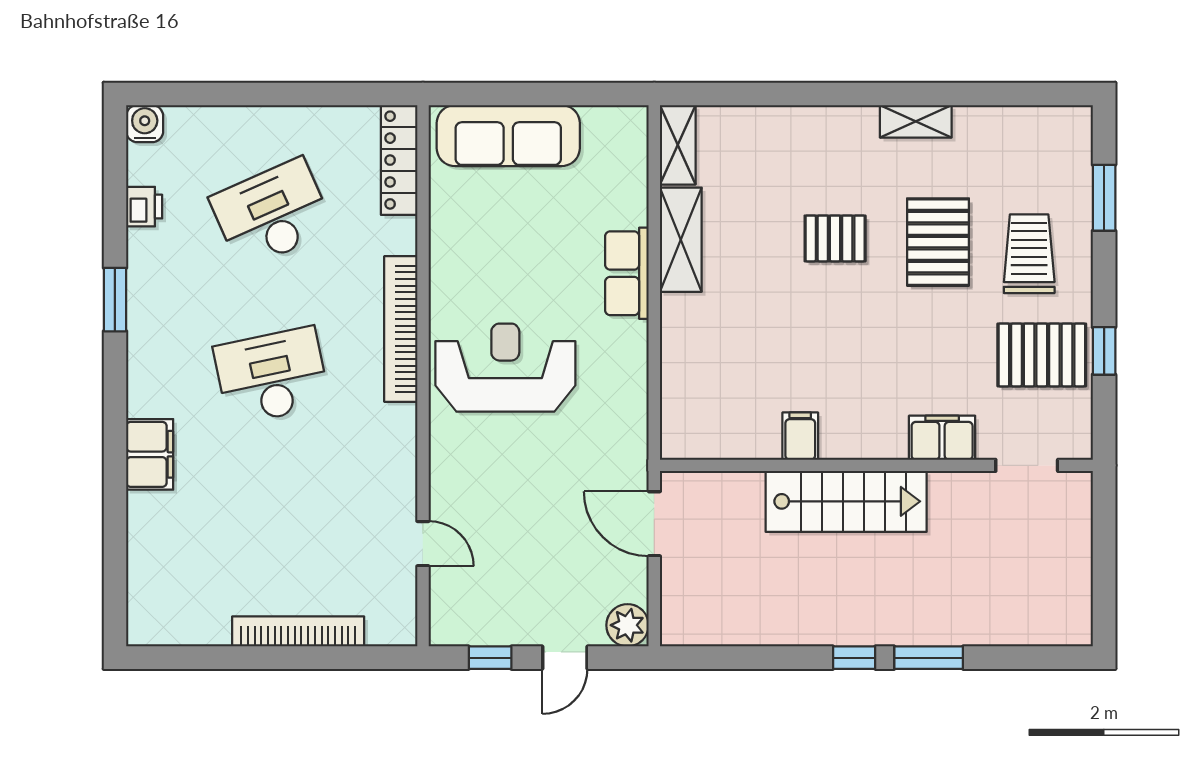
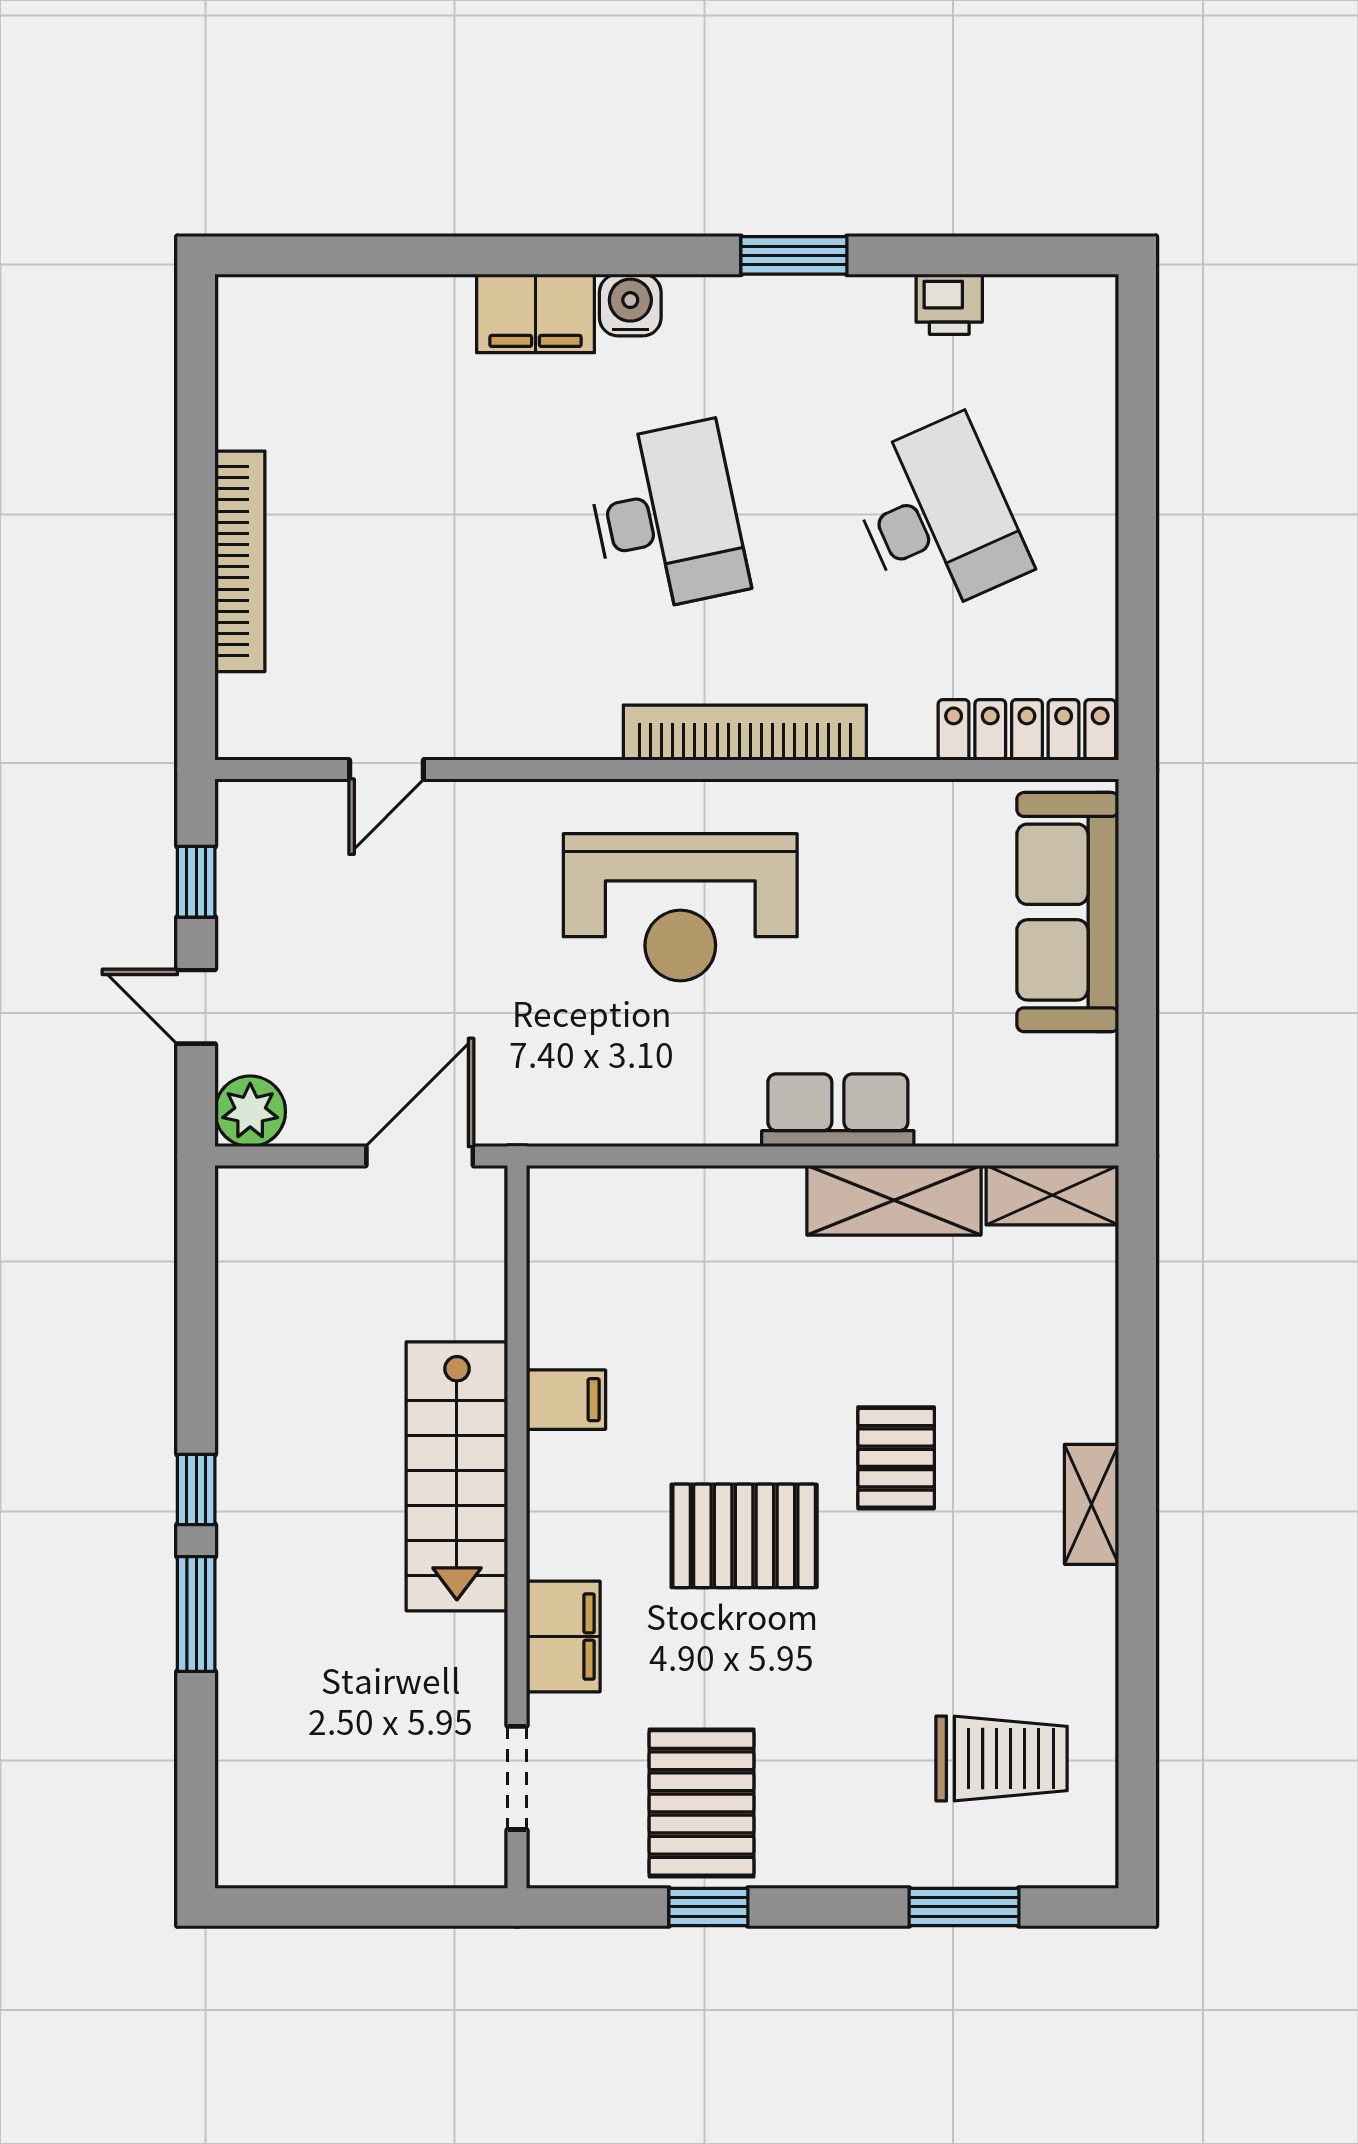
shelving: (916, 121) -> (1091, 1504), moved
water cooler: (145, 124) -> (630, 305), moved, turned -90
pallet: (938, 242) -> (744, 1536), moved
trolley: (1029, 254) -> (1002, 1759), moved
reception desk: (505, 368) -> (680, 907), turned 90

